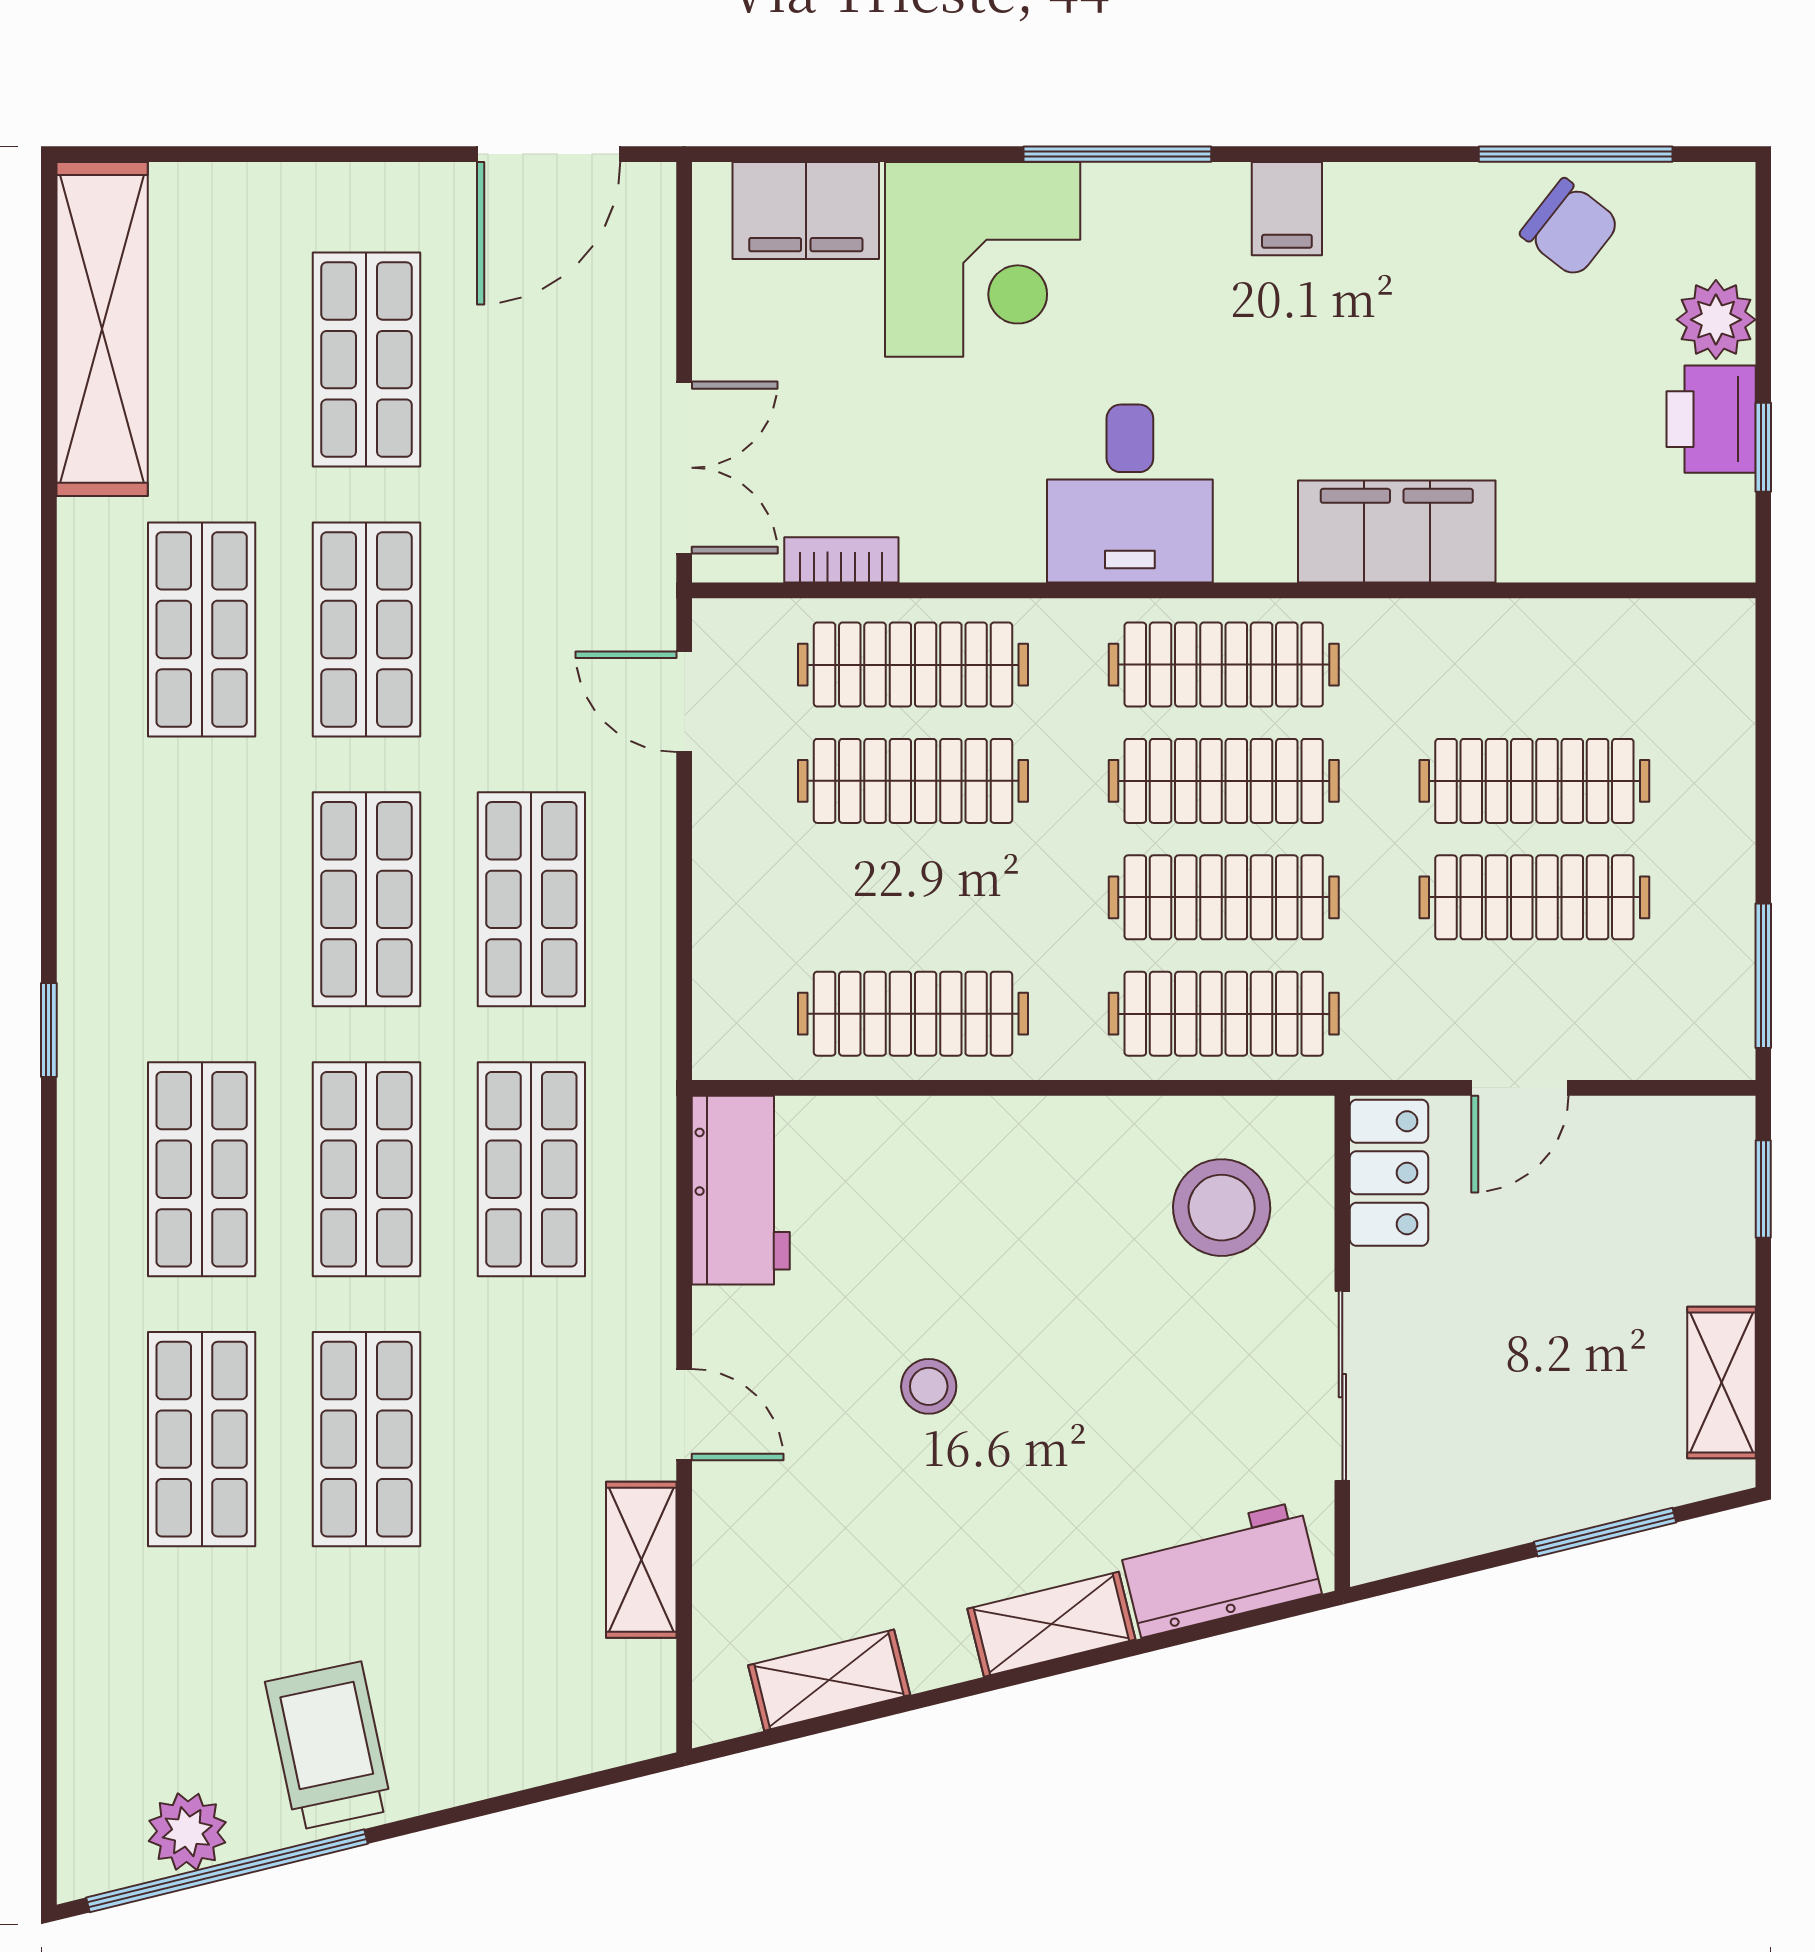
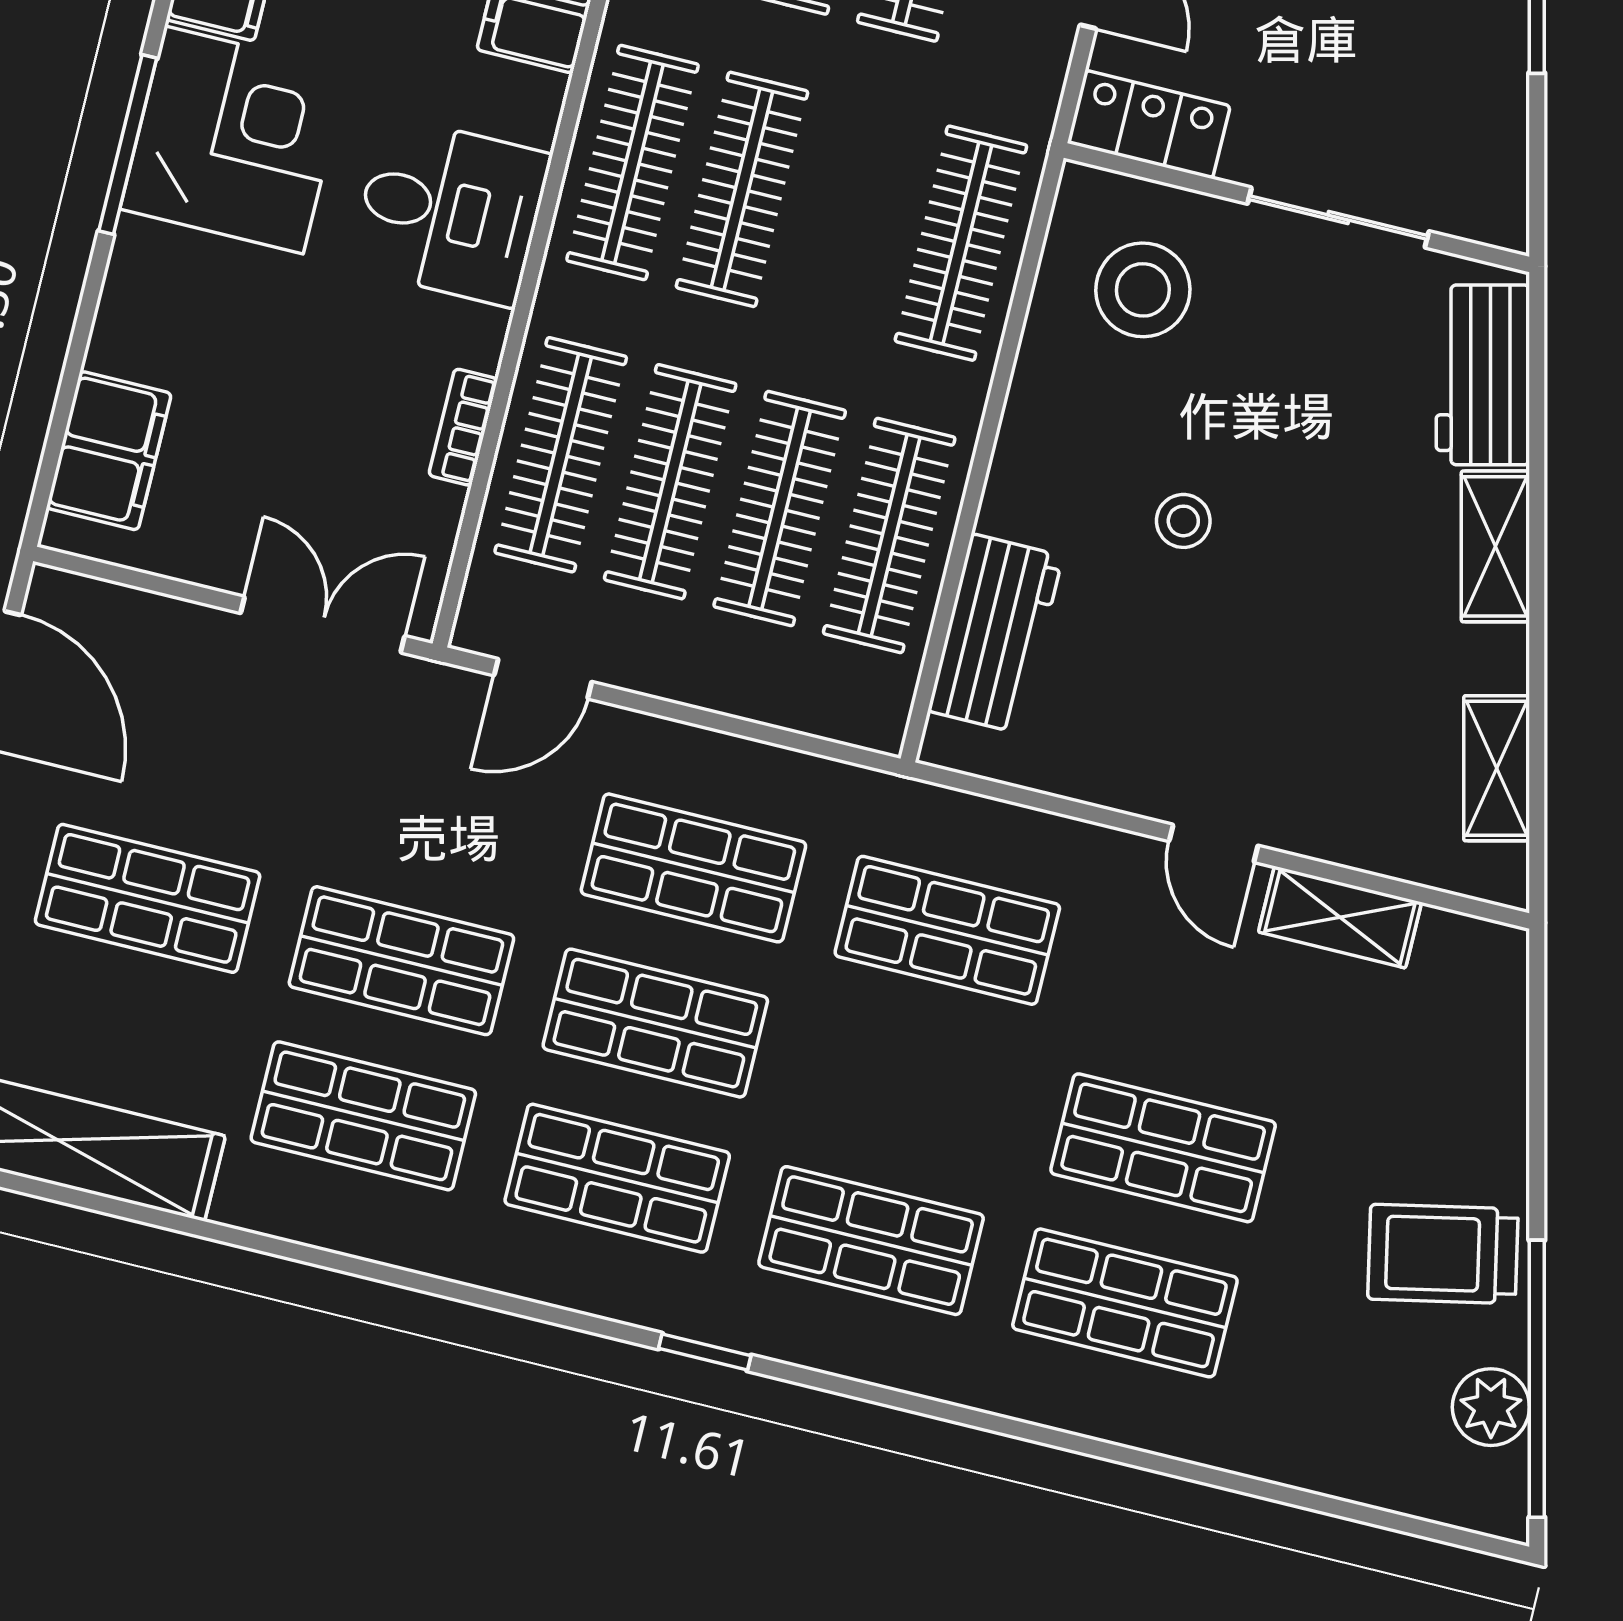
corner desk: (983, 259) -> (234, 140), moved
bookcase: (841, 560) -> (463, 427), moved
clothes rail: (1224, 897) -> (780, 509), moved
shop shelf: (366, 1169) -> (617, 1178), moved
workbench: (741, 1190) -> (995, 634), moved, turned 90
stool: (929, 1386) -> (1183, 521), moved
door: (684, 1415) -> (1213, 843), swing flipped

